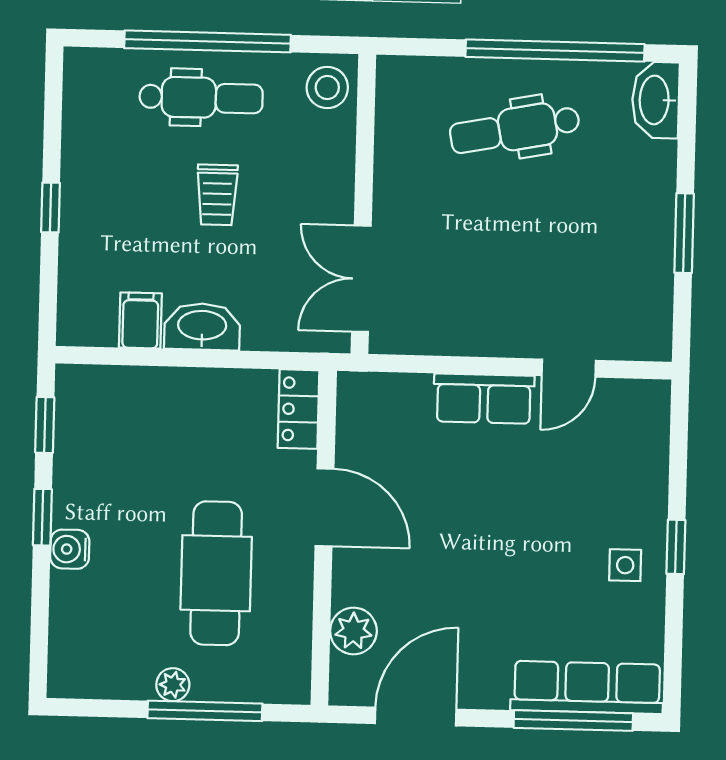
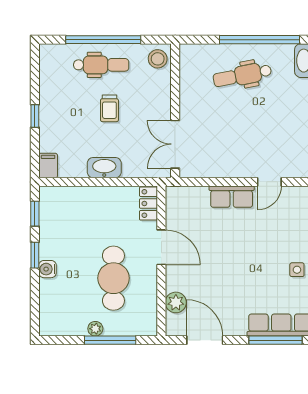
filing cabinet: (140, 320) -> (48, 166), moved
door: (416, 716) -> (205, 340), hinge flipped

